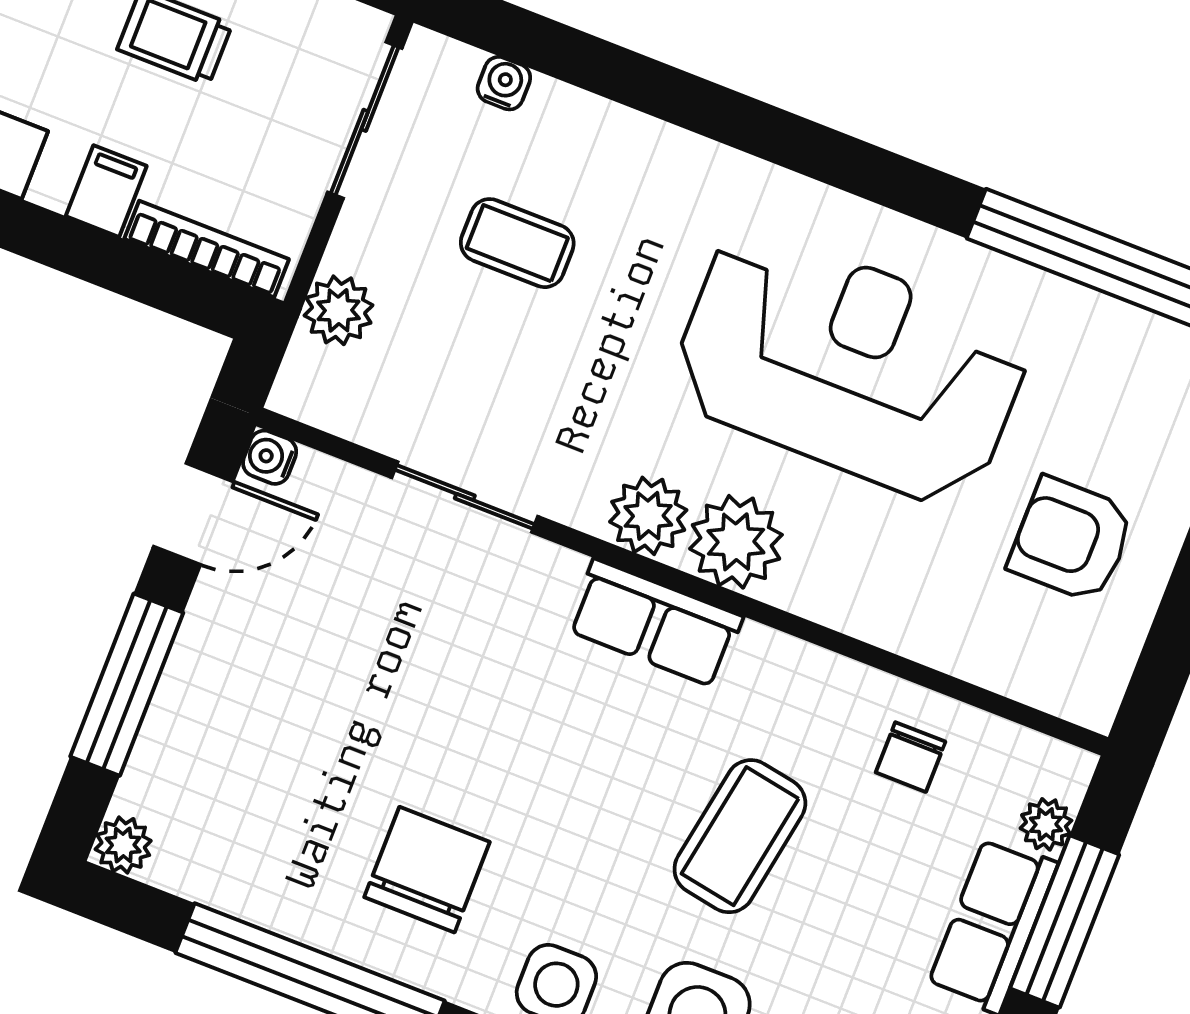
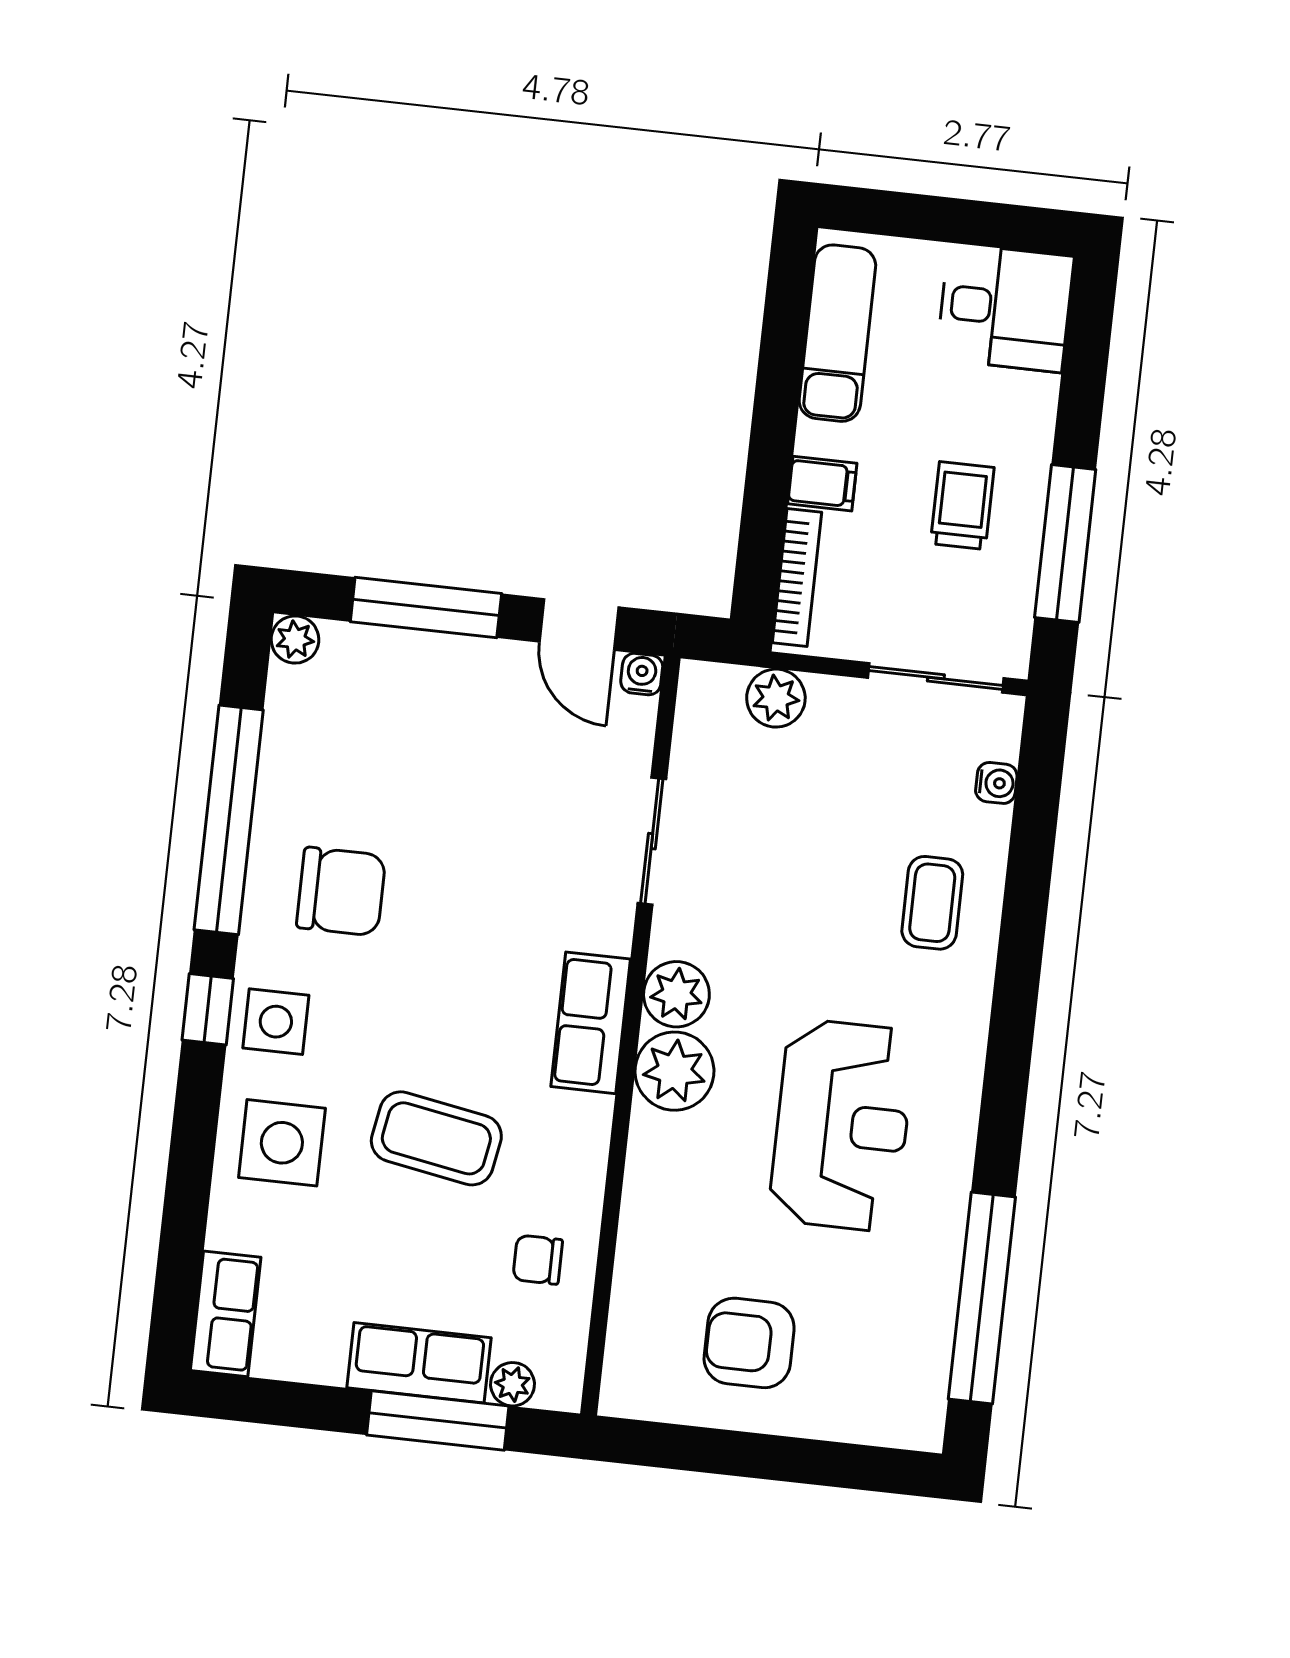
coffee table: (517, 243) -> (932, 903), moved
reception desk: (850, 366) -> (842, 1125), width x0.74, depth x0.77
armchair: (1071, 540) -> (749, 1343), turned -90

